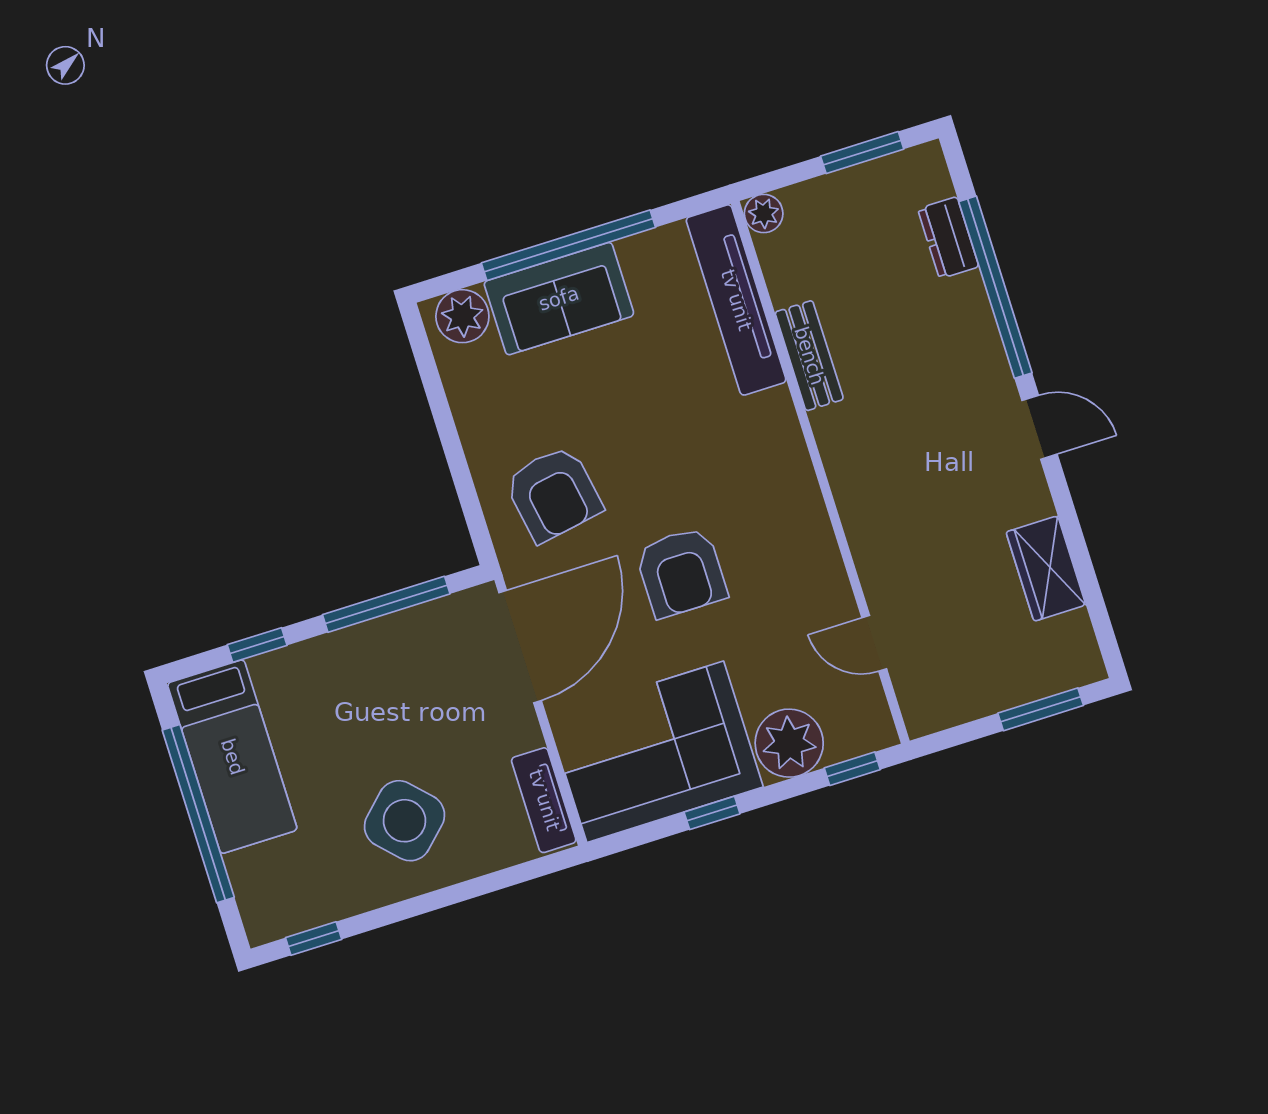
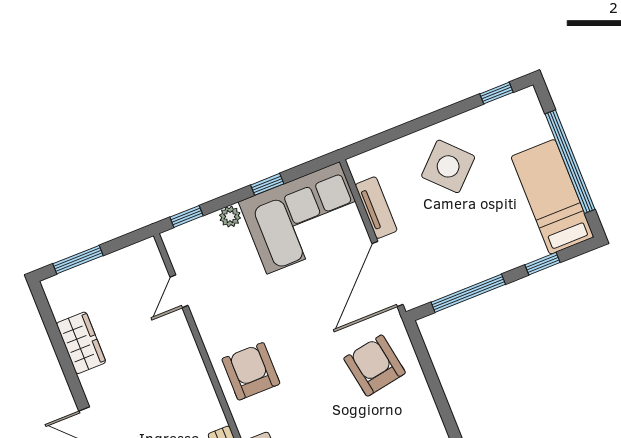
armchair: (681, 572) -> (251, 371), moved
door: (874, 643) -> (179, 291), swing flipped
plant: (789, 743) -> (230, 217), width x0.53, depth x0.53
tv unit: (544, 800) -> (376, 208), moved

